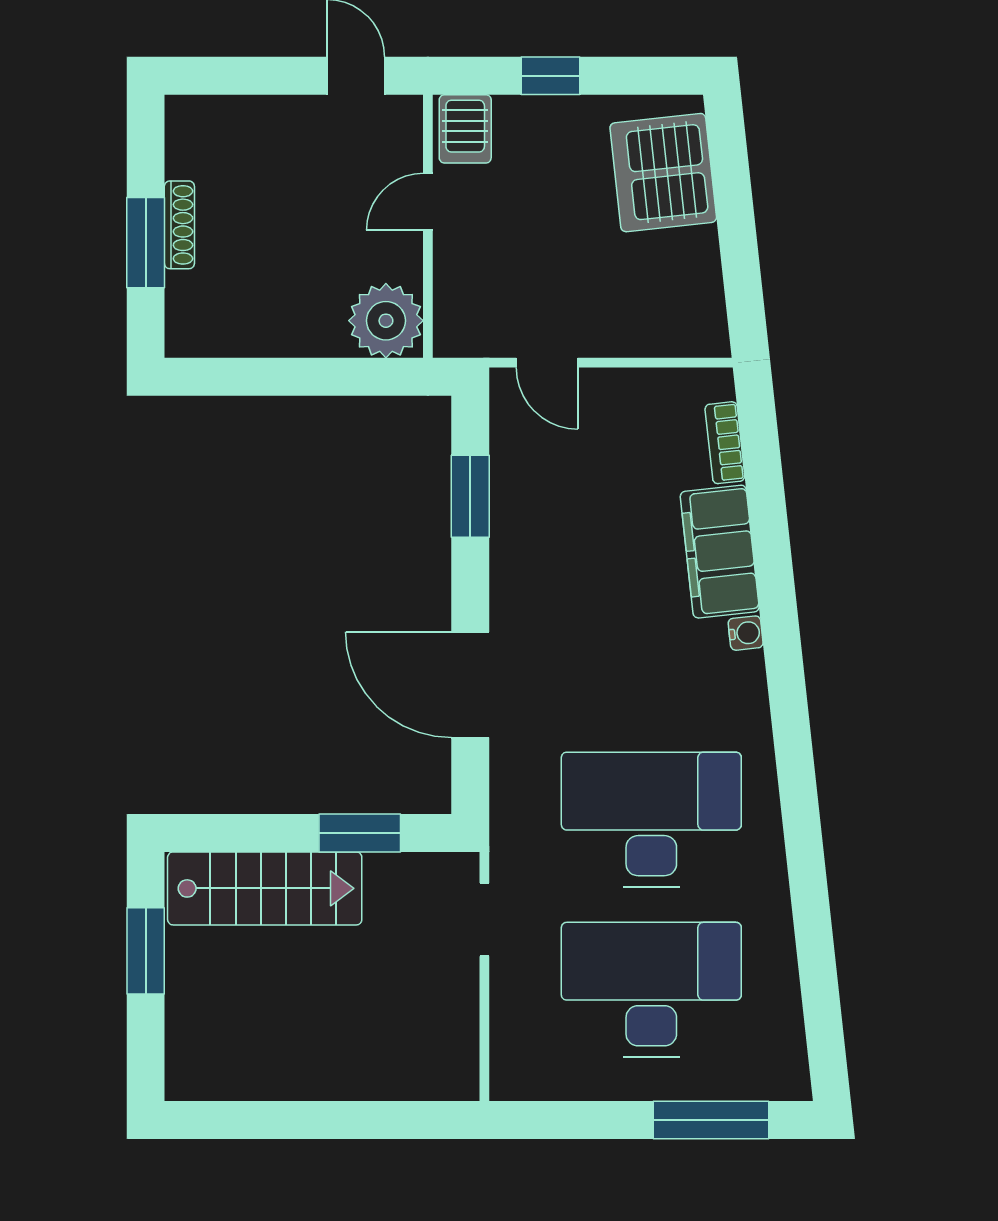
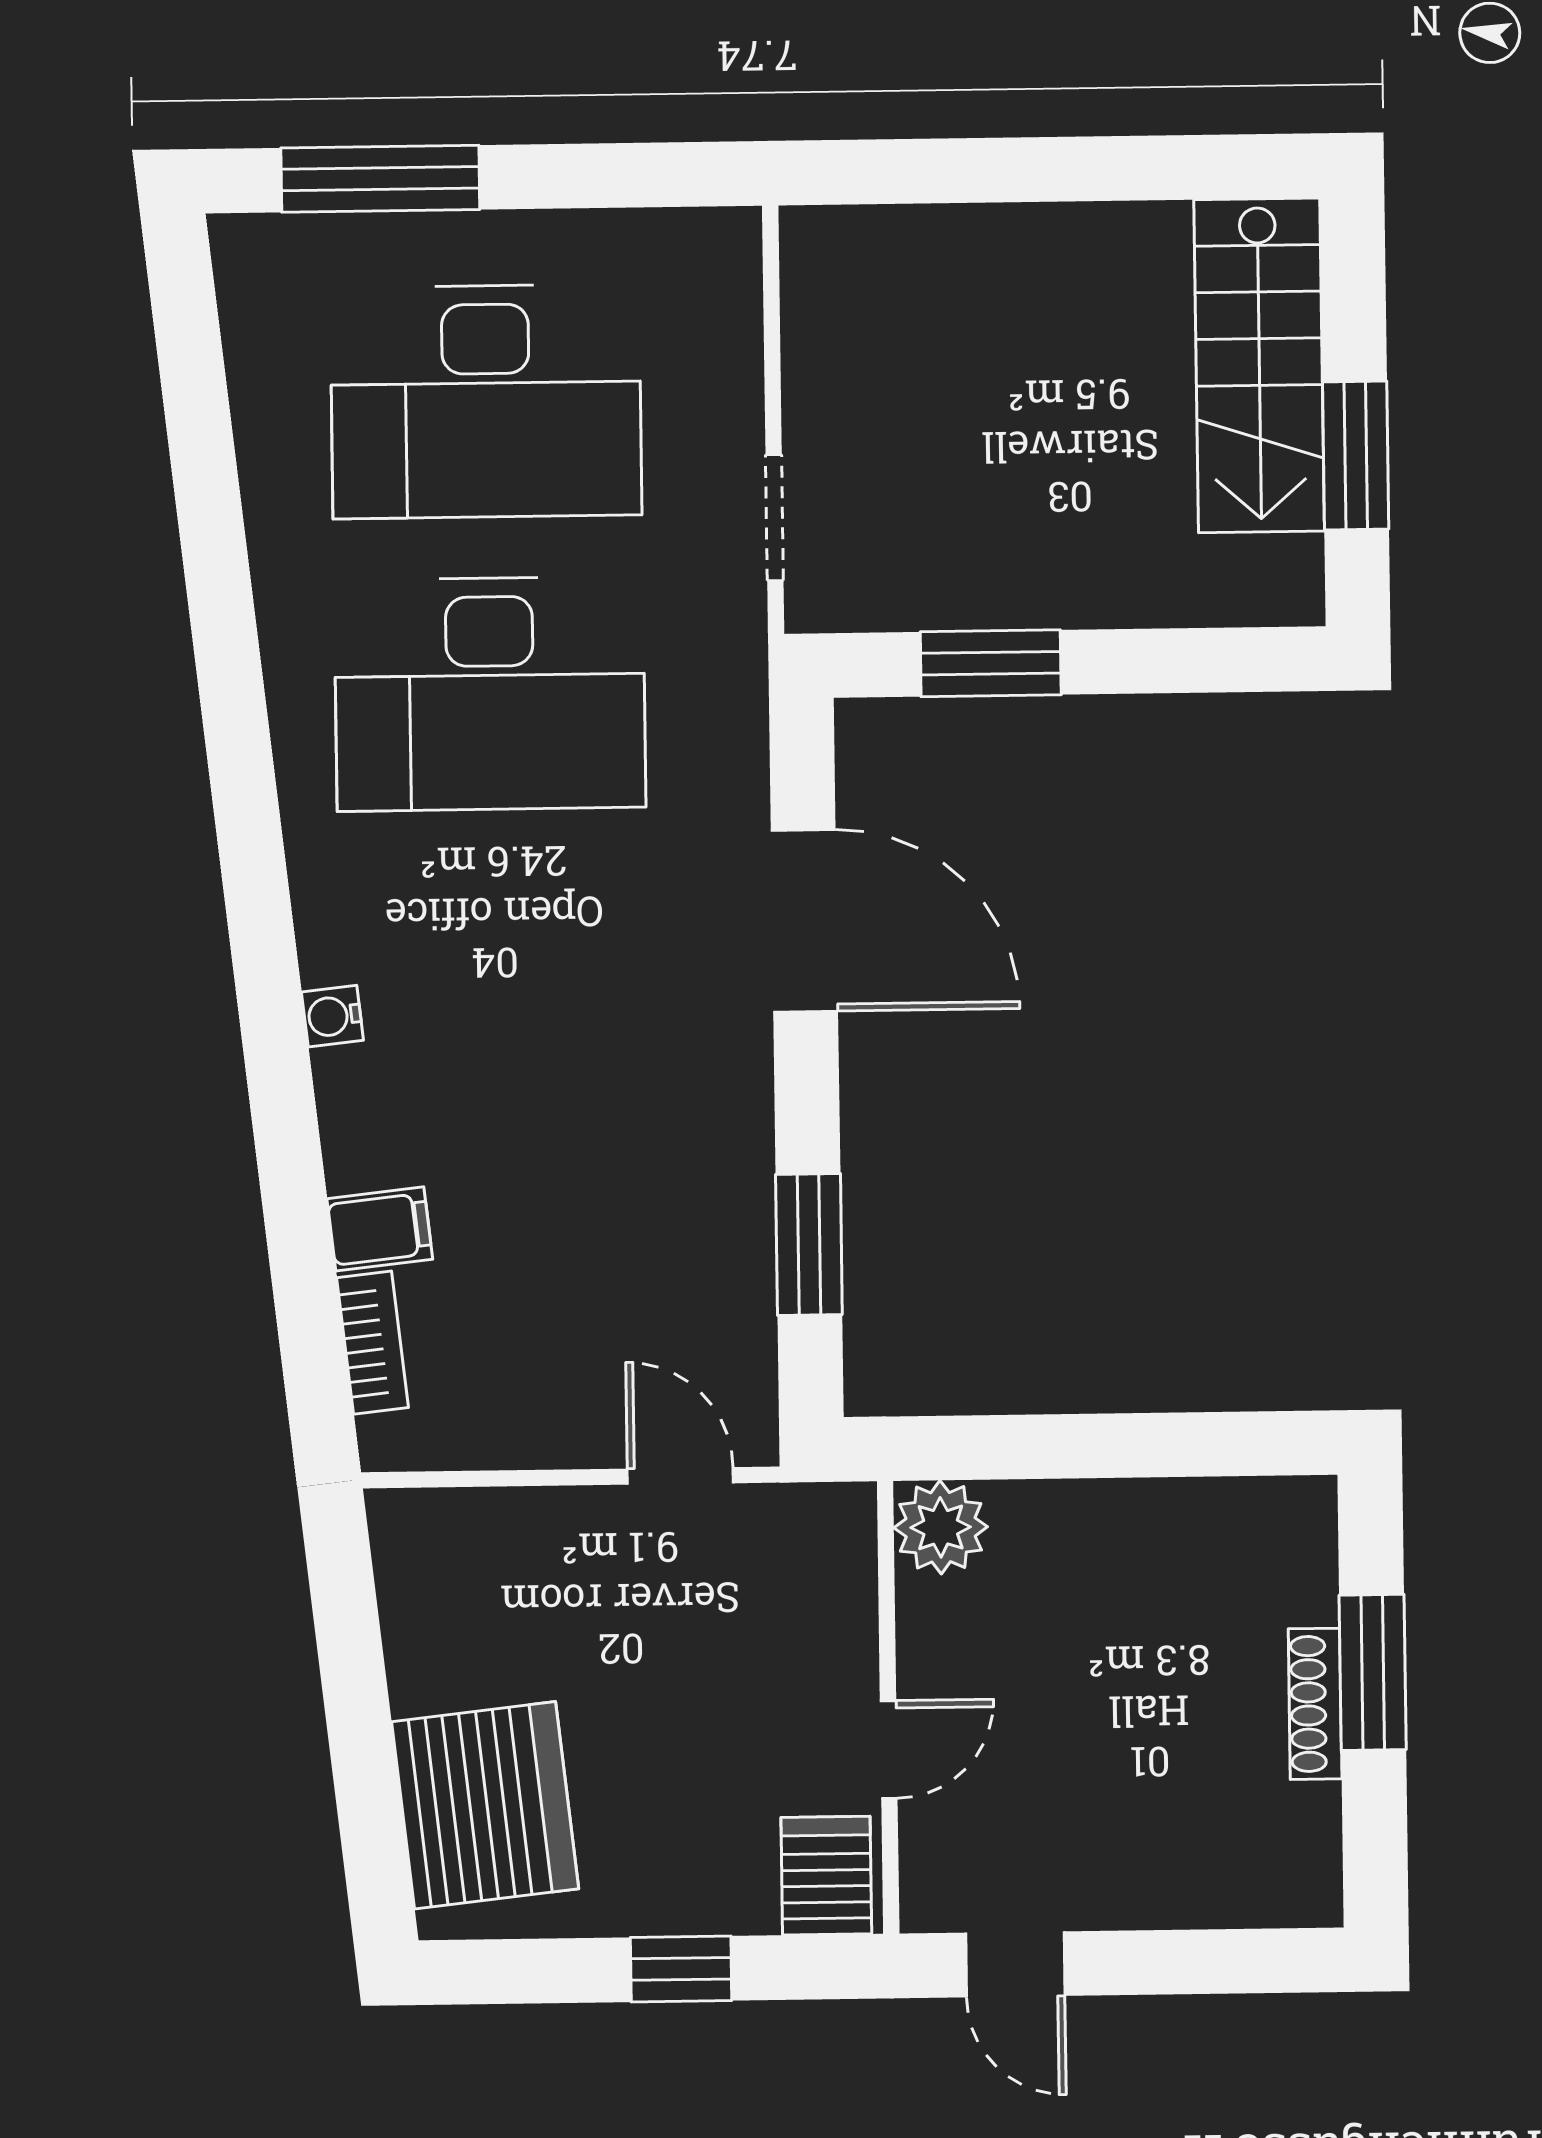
plant: (386, 321) -> (941, 1527), width x0.73, depth x0.73
filing cabinet: (720, 552) -> (380, 1229), width x0.33, depth x0.86
stairs: (265, 888) -> (1259, 365), moved, turned -90

